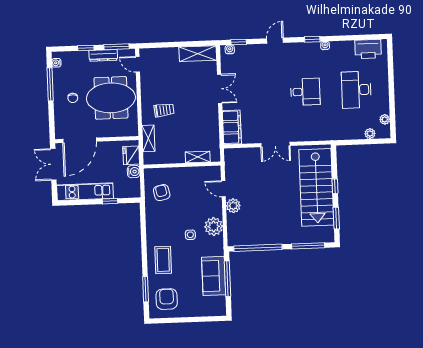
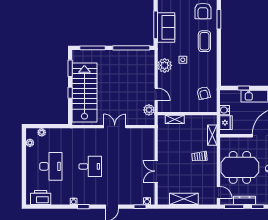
shelving: (198, 54) -> (184, 199), moved
desk: (305, 92) -> (90, 166), turned 180
filing cabinet: (232, 127) -> (148, 141), removed
plant: (233, 206) -> (149, 110), moved

